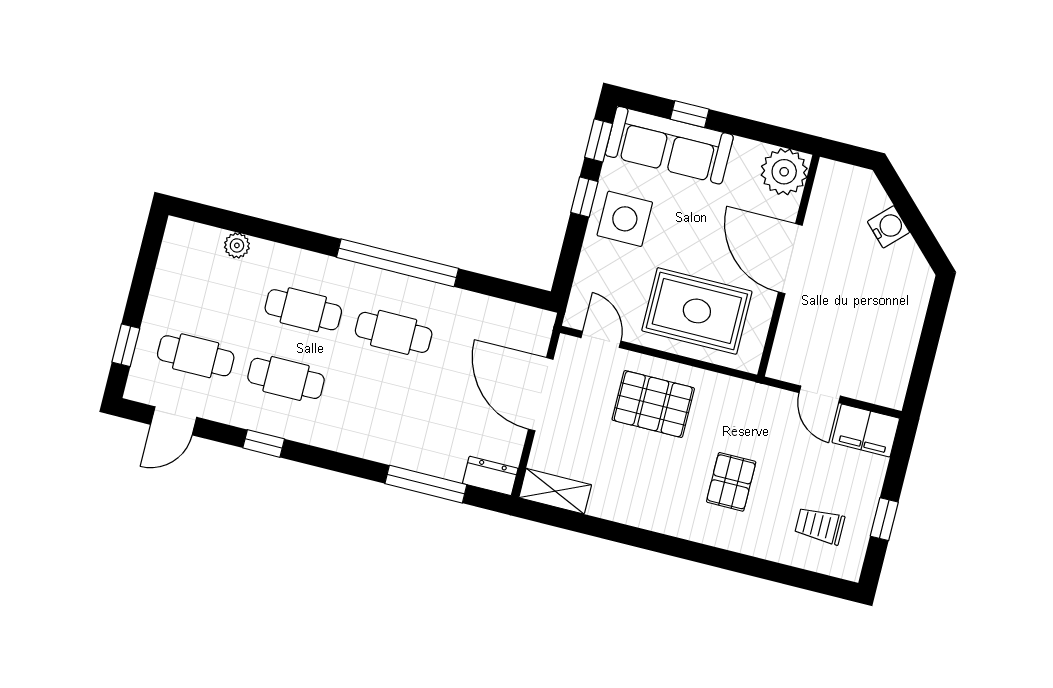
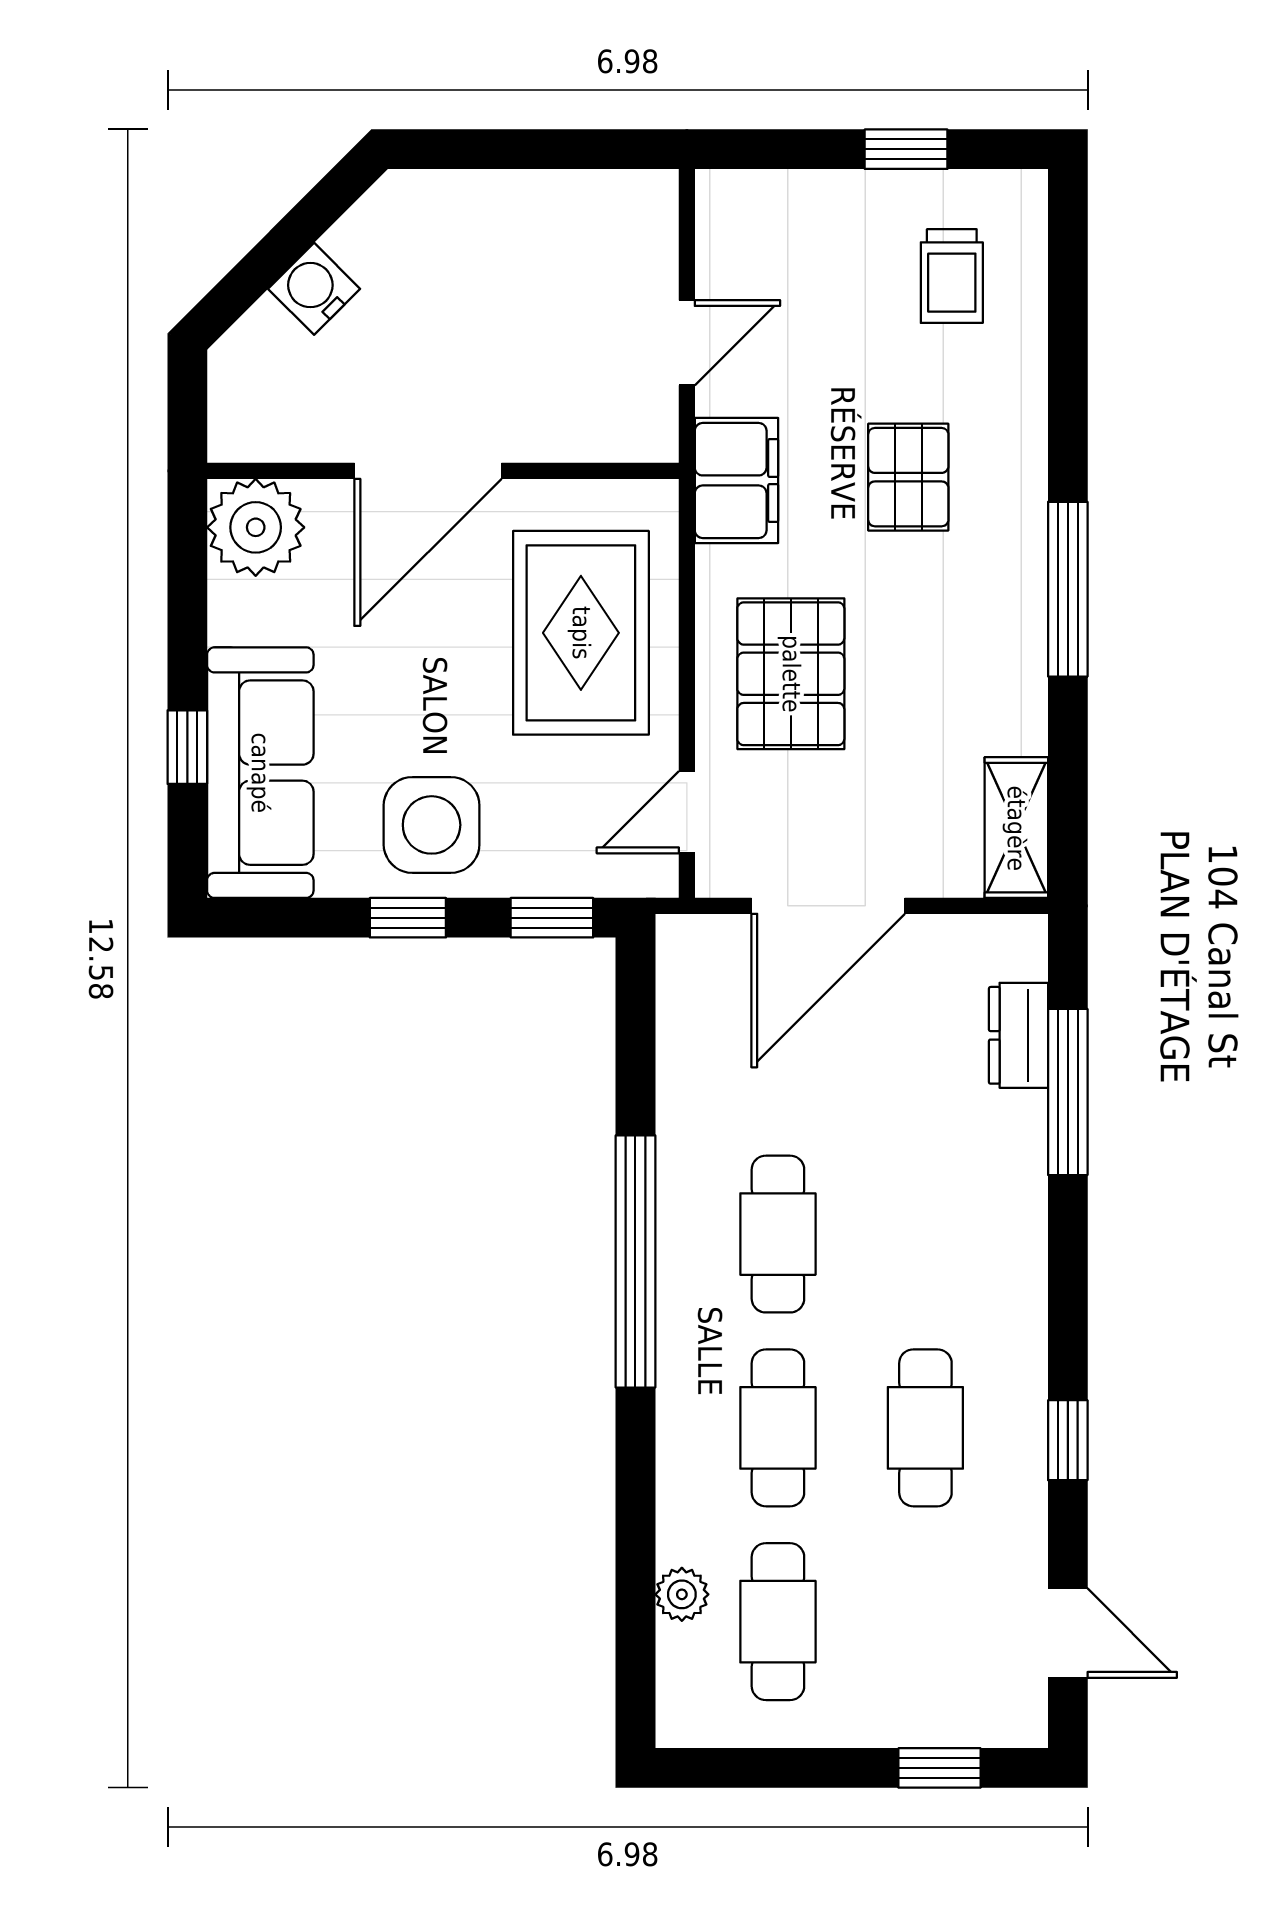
window: (599, 141) -> (552, 918), moved
cafe table: (196, 356) -> (778, 1622), moved
filing cabinet: (866, 430) -> (736, 480), moved
dresser: (490, 476) -> (1019, 1035), moved
pallet: (731, 482) -> (908, 477), turned 90
window: (660, 543) -> (1068, 589), added

